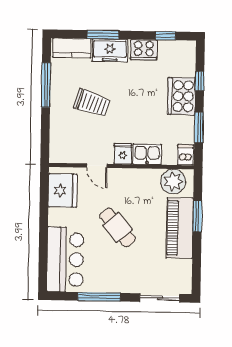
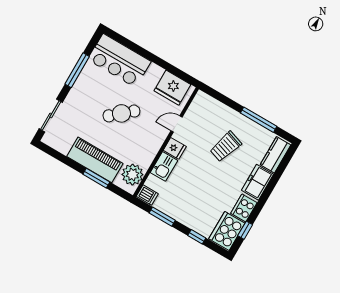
window: (103, 35) -> (272, 184), removed
cooker: (182, 96) -> (227, 231), moved, turned -90

